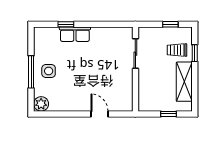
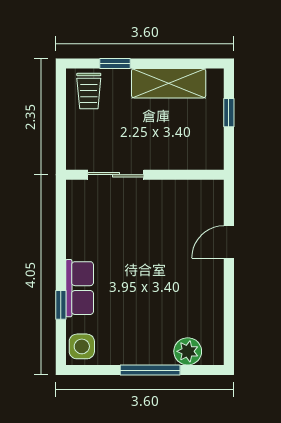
window: (170, 24) -> (61, 109), removed
trolley: (177, 50) -> (89, 91), moved
side table: (49, 71) -> (82, 346), moved
plant: (41, 104) -> (188, 351), moved

